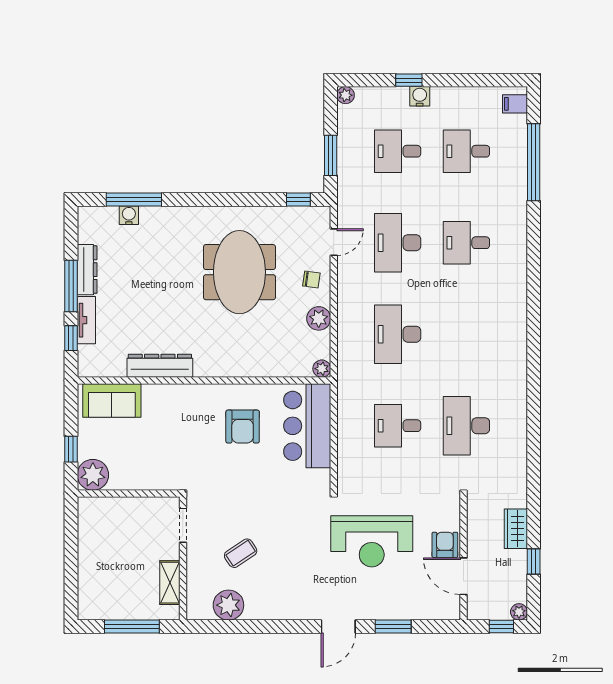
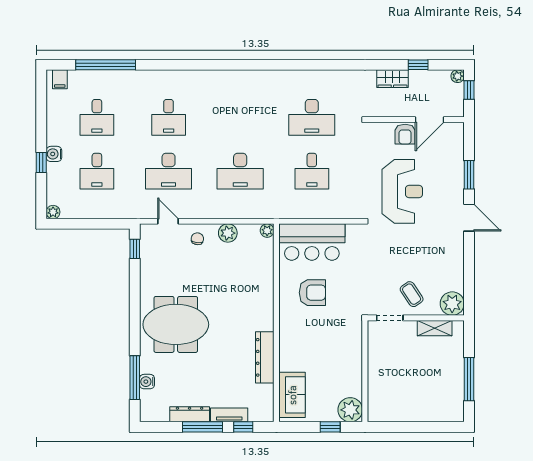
window: (331, 155) -> (100, 224), removed
meeting table: (239, 272) -> (176, 324), moved
doorway: (183, 525) -> (390, 318), moved
armchair: (445, 545) -> (405, 134), turned -90
wall: (183, 558) -> (416, 318), moved
shelving: (170, 583) -> (435, 328), moved

